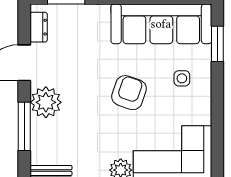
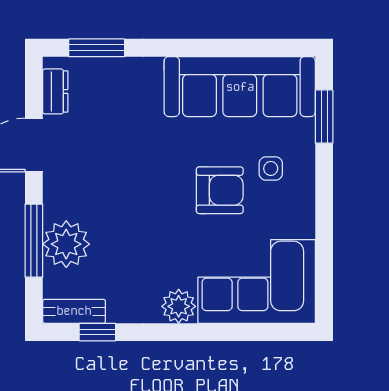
armchair: (129, 93) -> (220, 190), moved, turned 71
plant: (46, 102) -> (66, 244), moved

